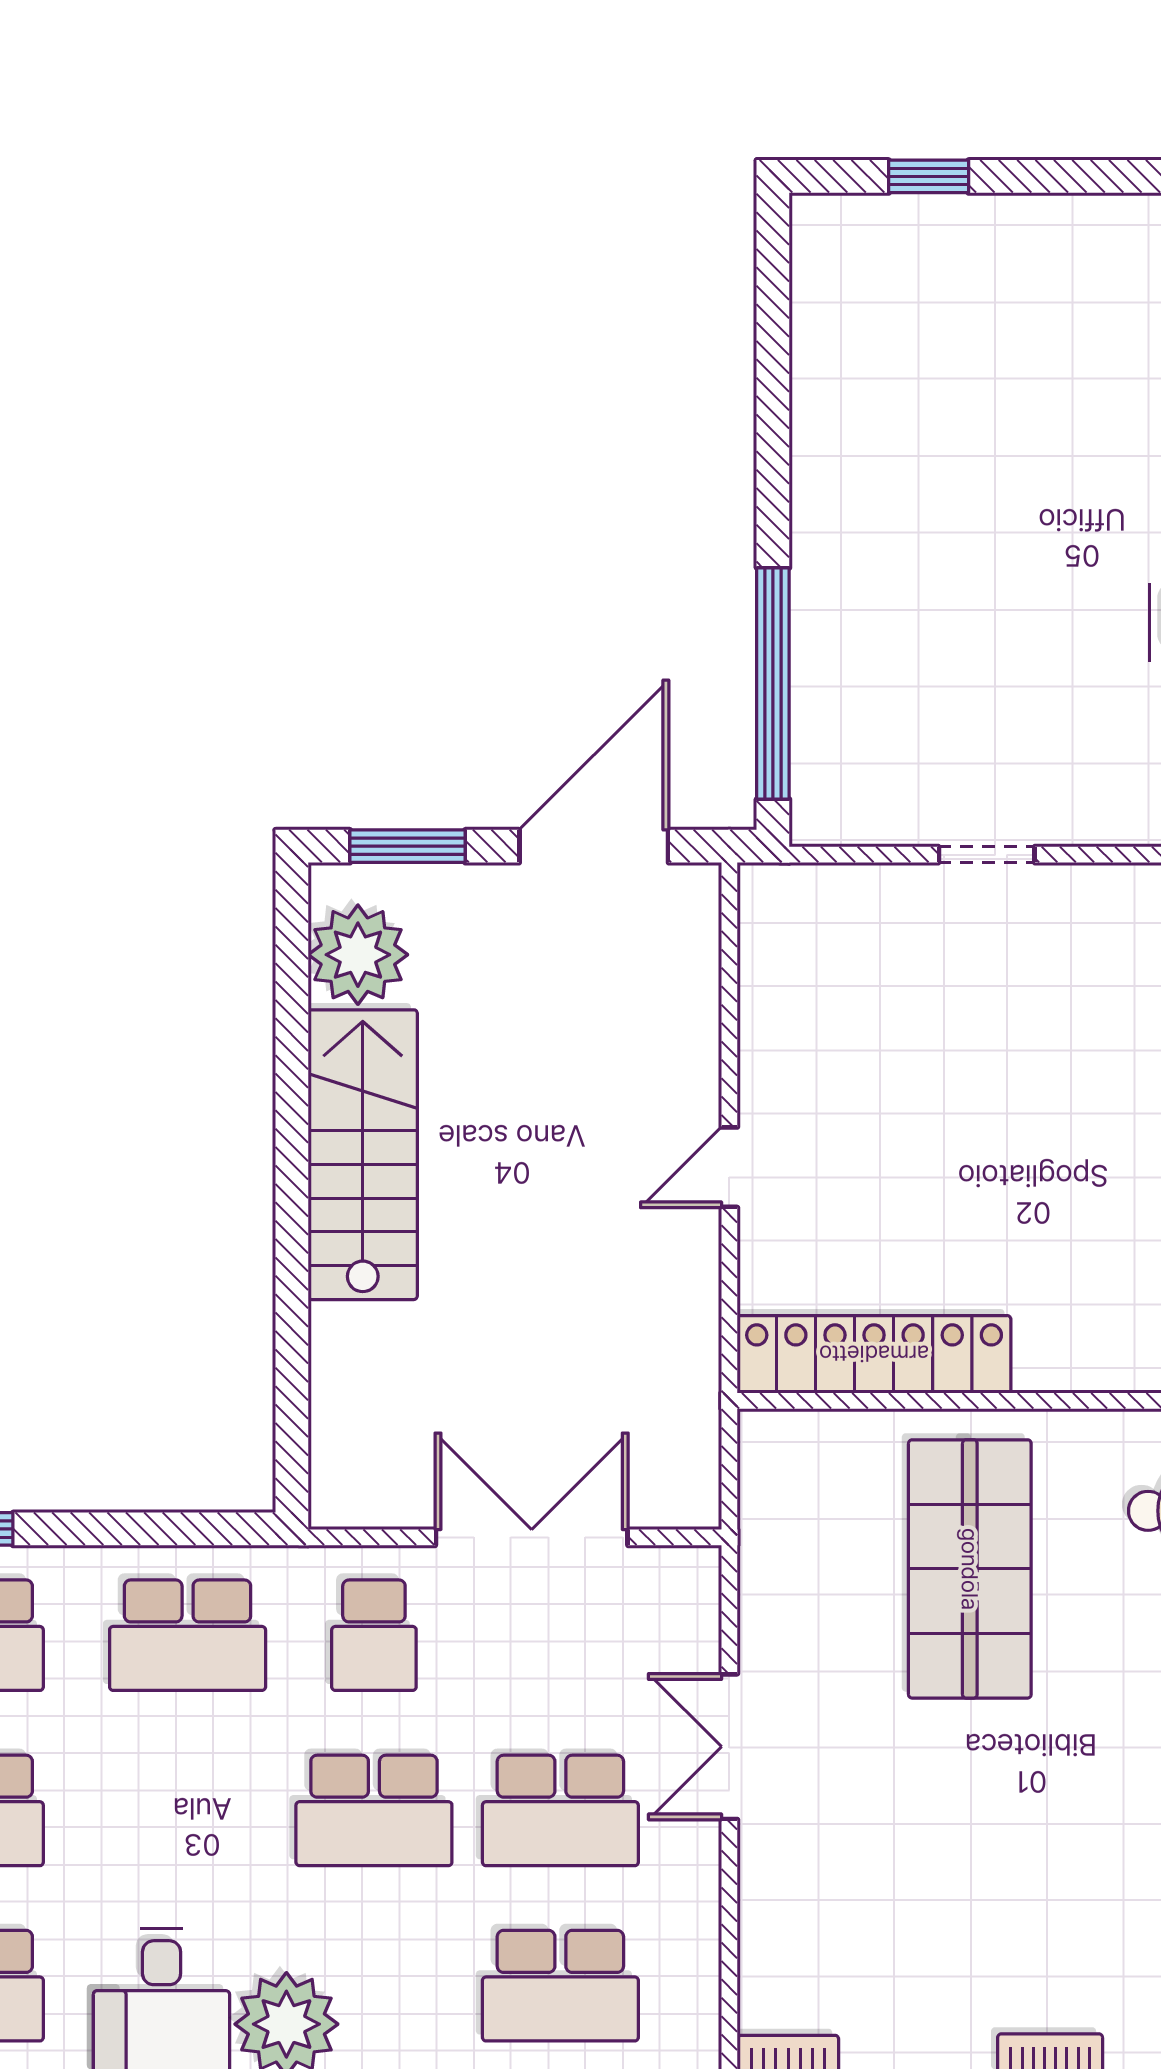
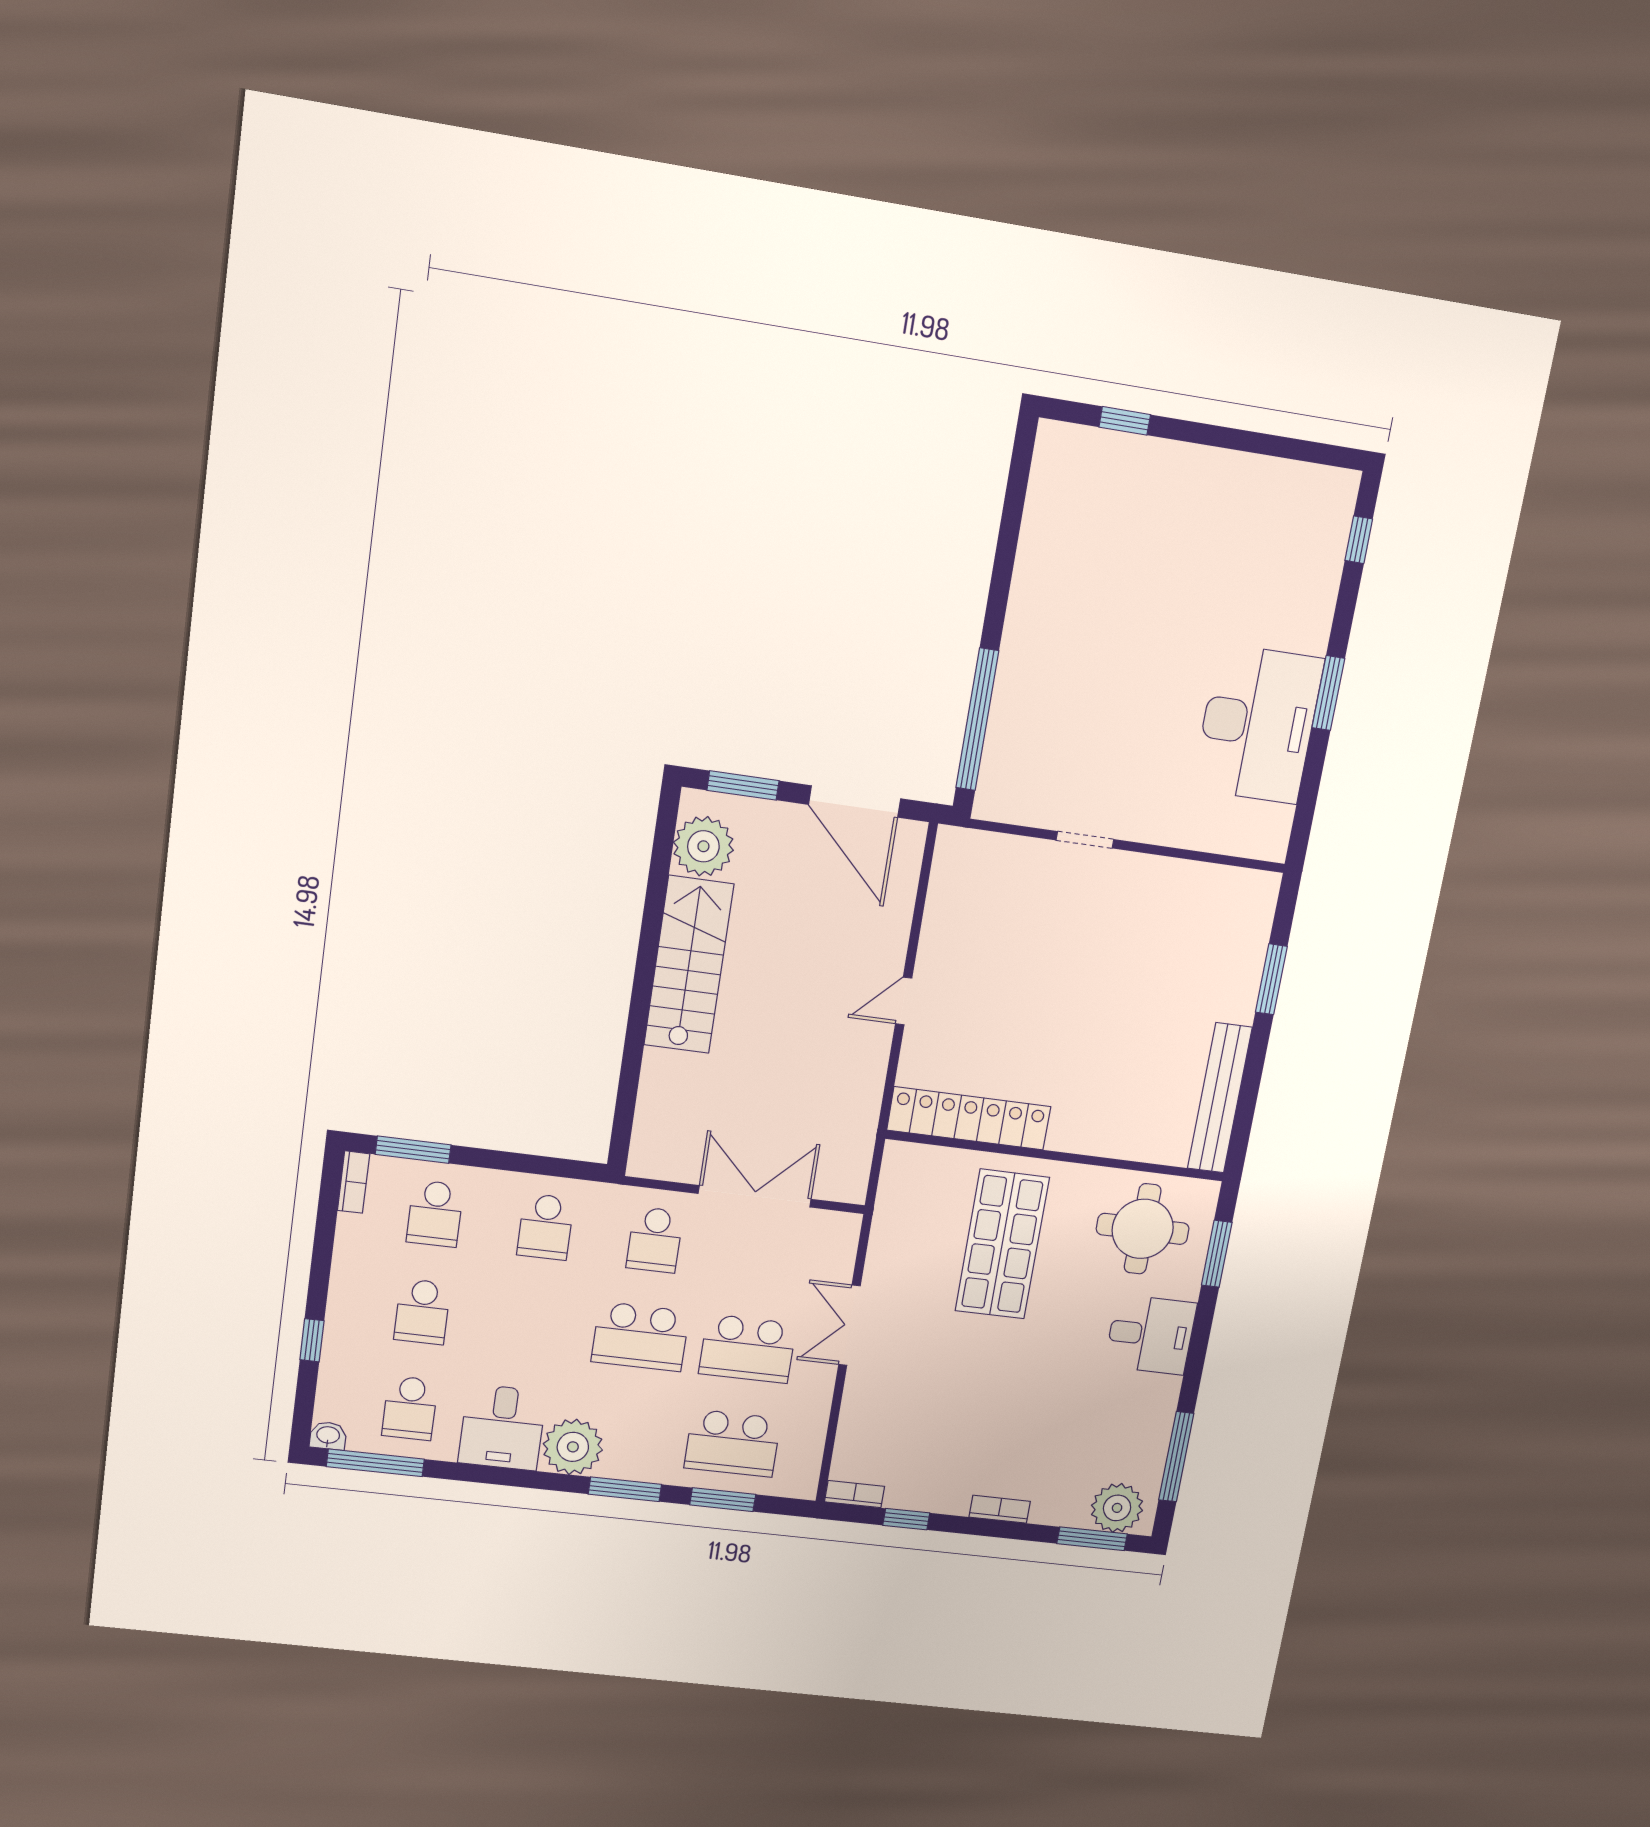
door: (594, 846) -> (855, 802), swing flipped
school desk: (188, 1635) -> (545, 1227), width x0.54

